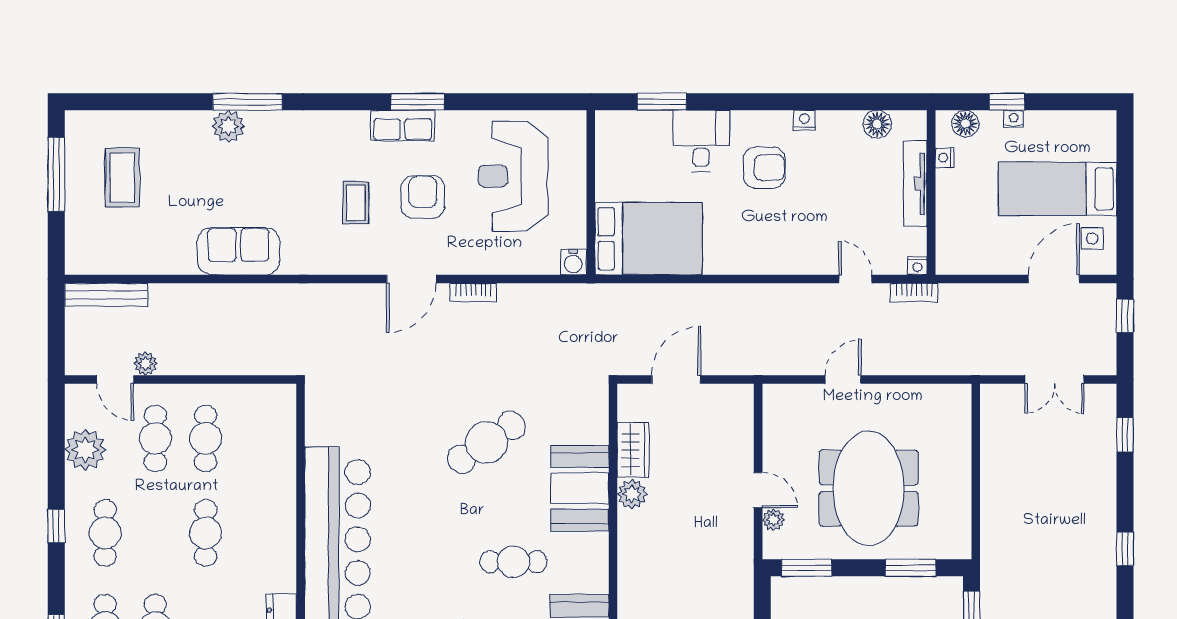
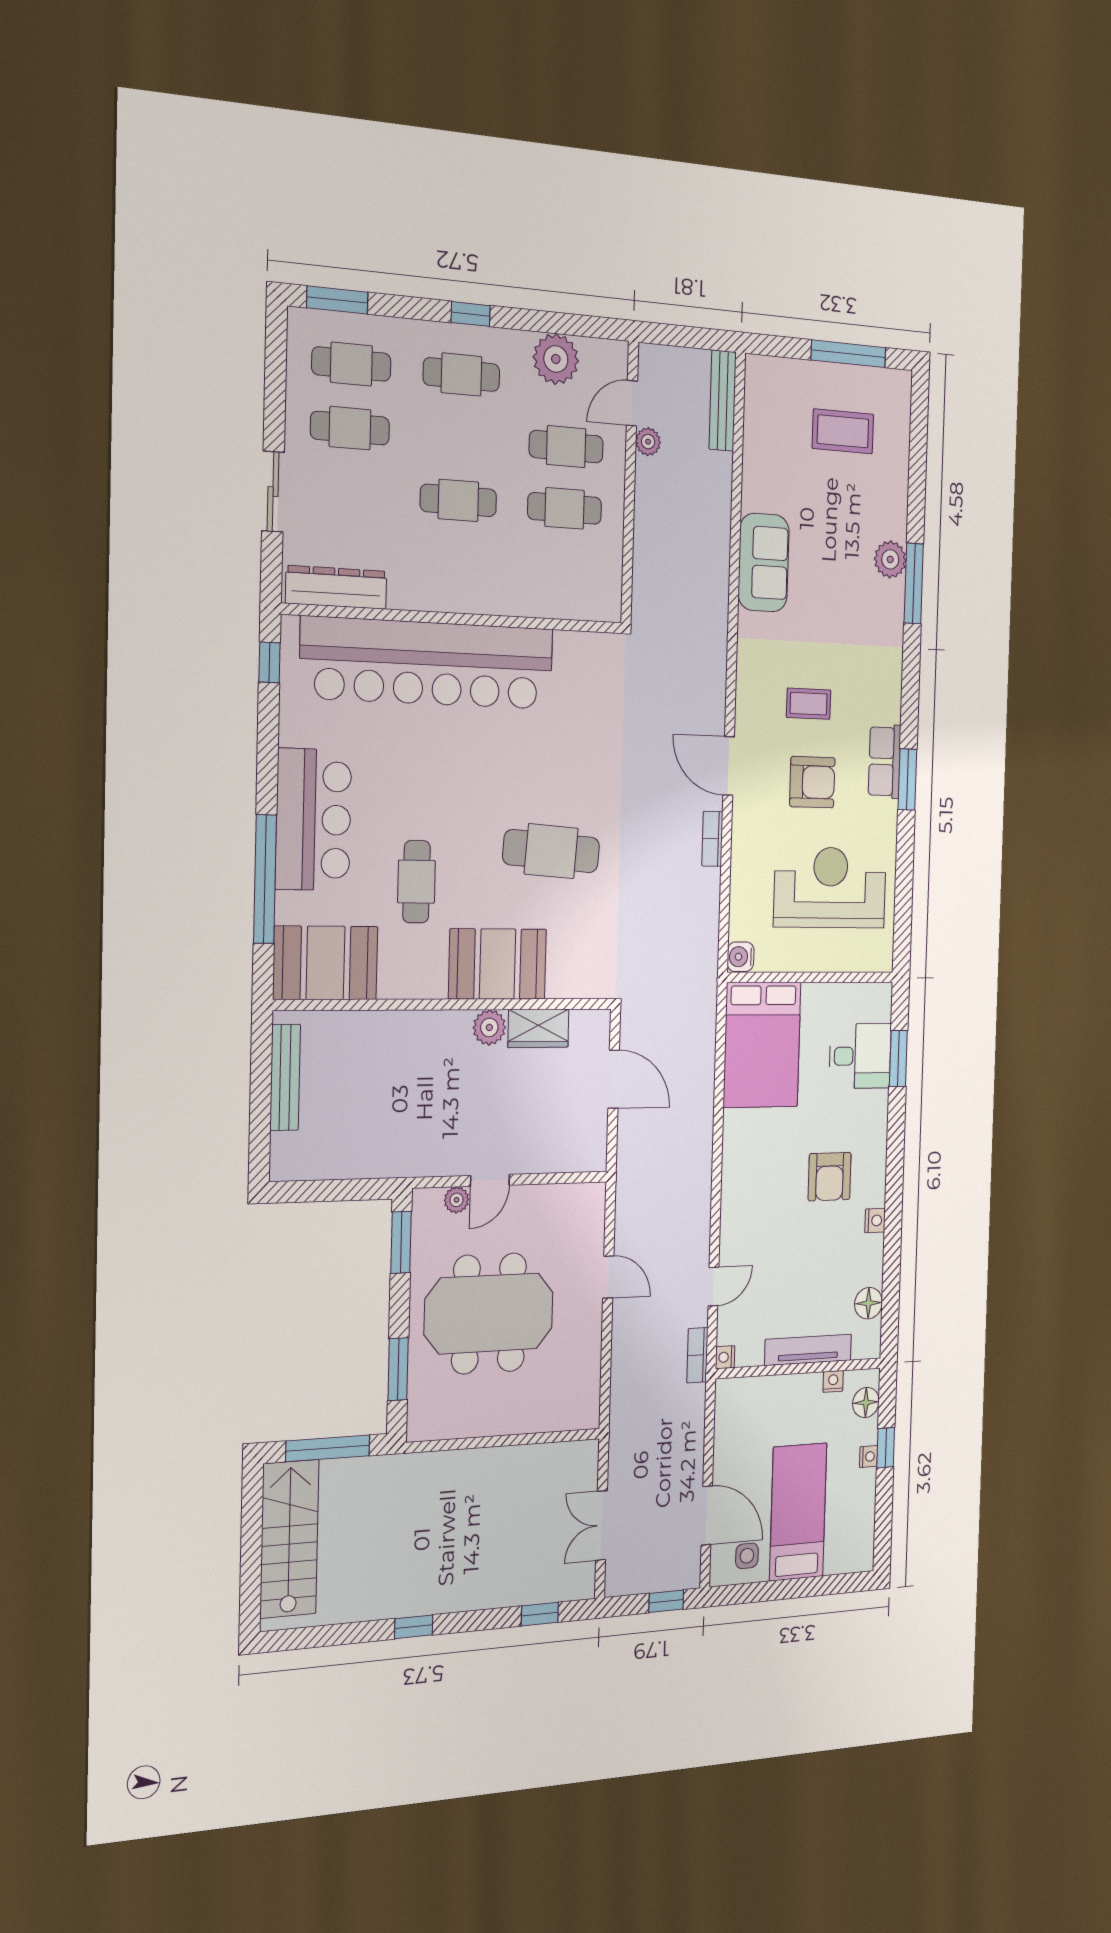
desk: (701, 141) -> (860, 1056), moved
cafe table: (486, 442) -> (551, 851), turned -52

